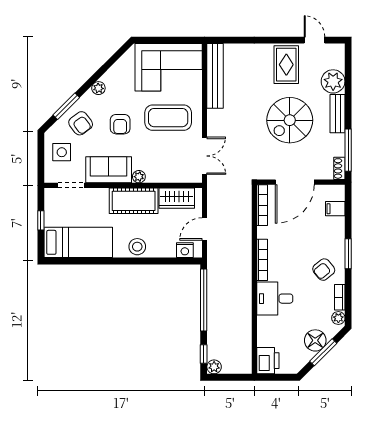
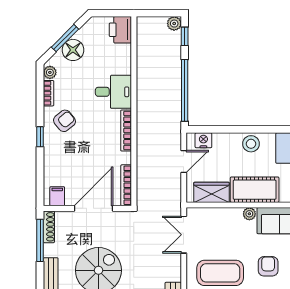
shoe rack: (339, 168) -> (49, 227), width x1.43
filing cabinet: (335, 209) -> (57, 196), moved, turned -90
window: (348, 254) -> (40, 137), width x0.67

